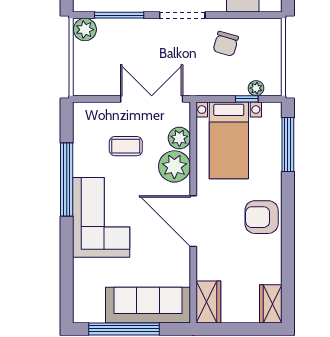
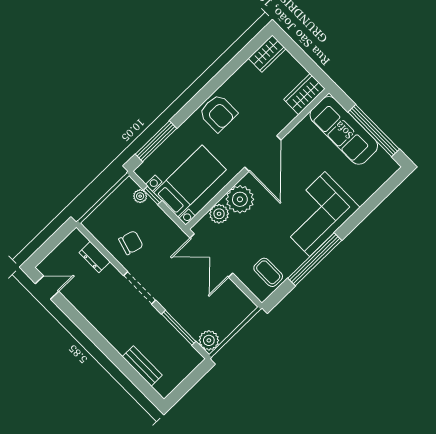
coffee table: (126, 146) -> (268, 272), moved

